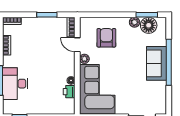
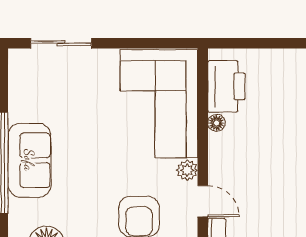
printer: (69, 92) -> (227, 86), width x1.87, depth x1.48

